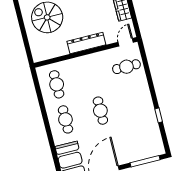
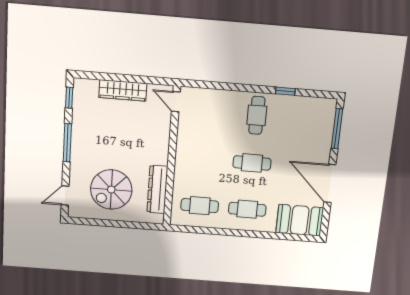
dresser: (86, 43) -> (157, 189), moved
cafe table: (126, 67) -> (257, 115), moved

